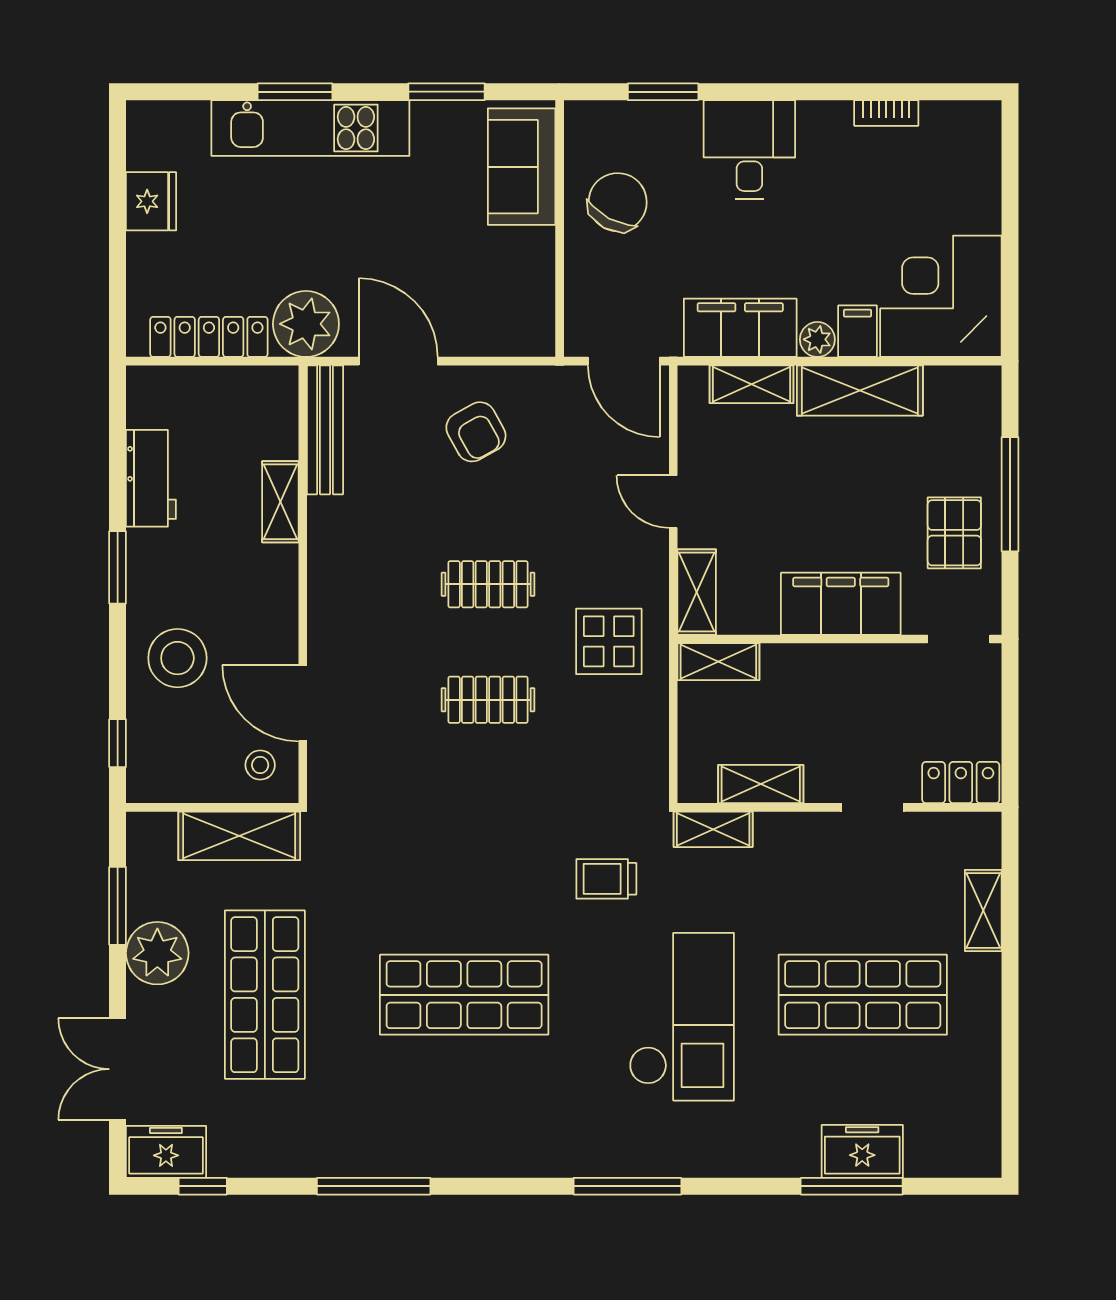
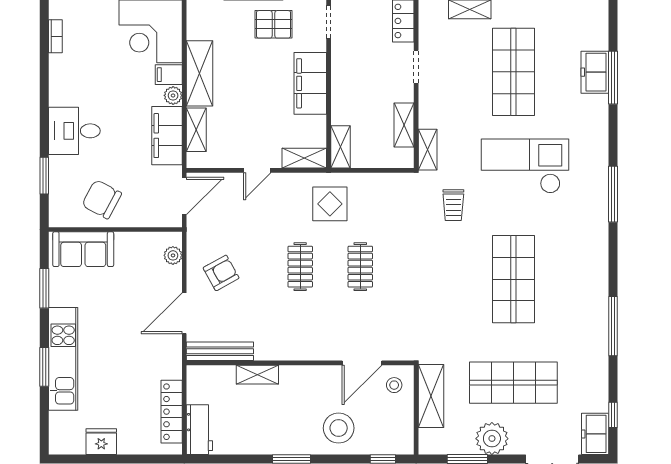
bookcase: (886, 113) -> (55, 36), moved
plant: (306, 324) -> (173, 255), moved, width x0.53, depth x0.53
workbench: (151, 478) -> (199, 430), moved, turned 90

